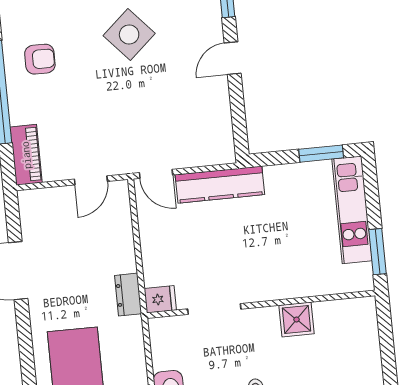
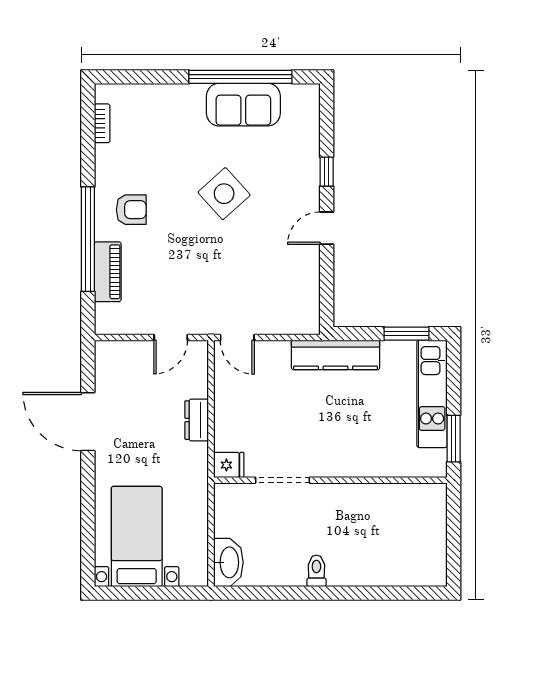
piano: (26, 155) -> (108, 272), moved
kitchen counter: (220, 185) -> (335, 355), moved
dresser: (128, 295) -> (197, 420), moved
shower: (297, 319) -> (365, 499), removed

